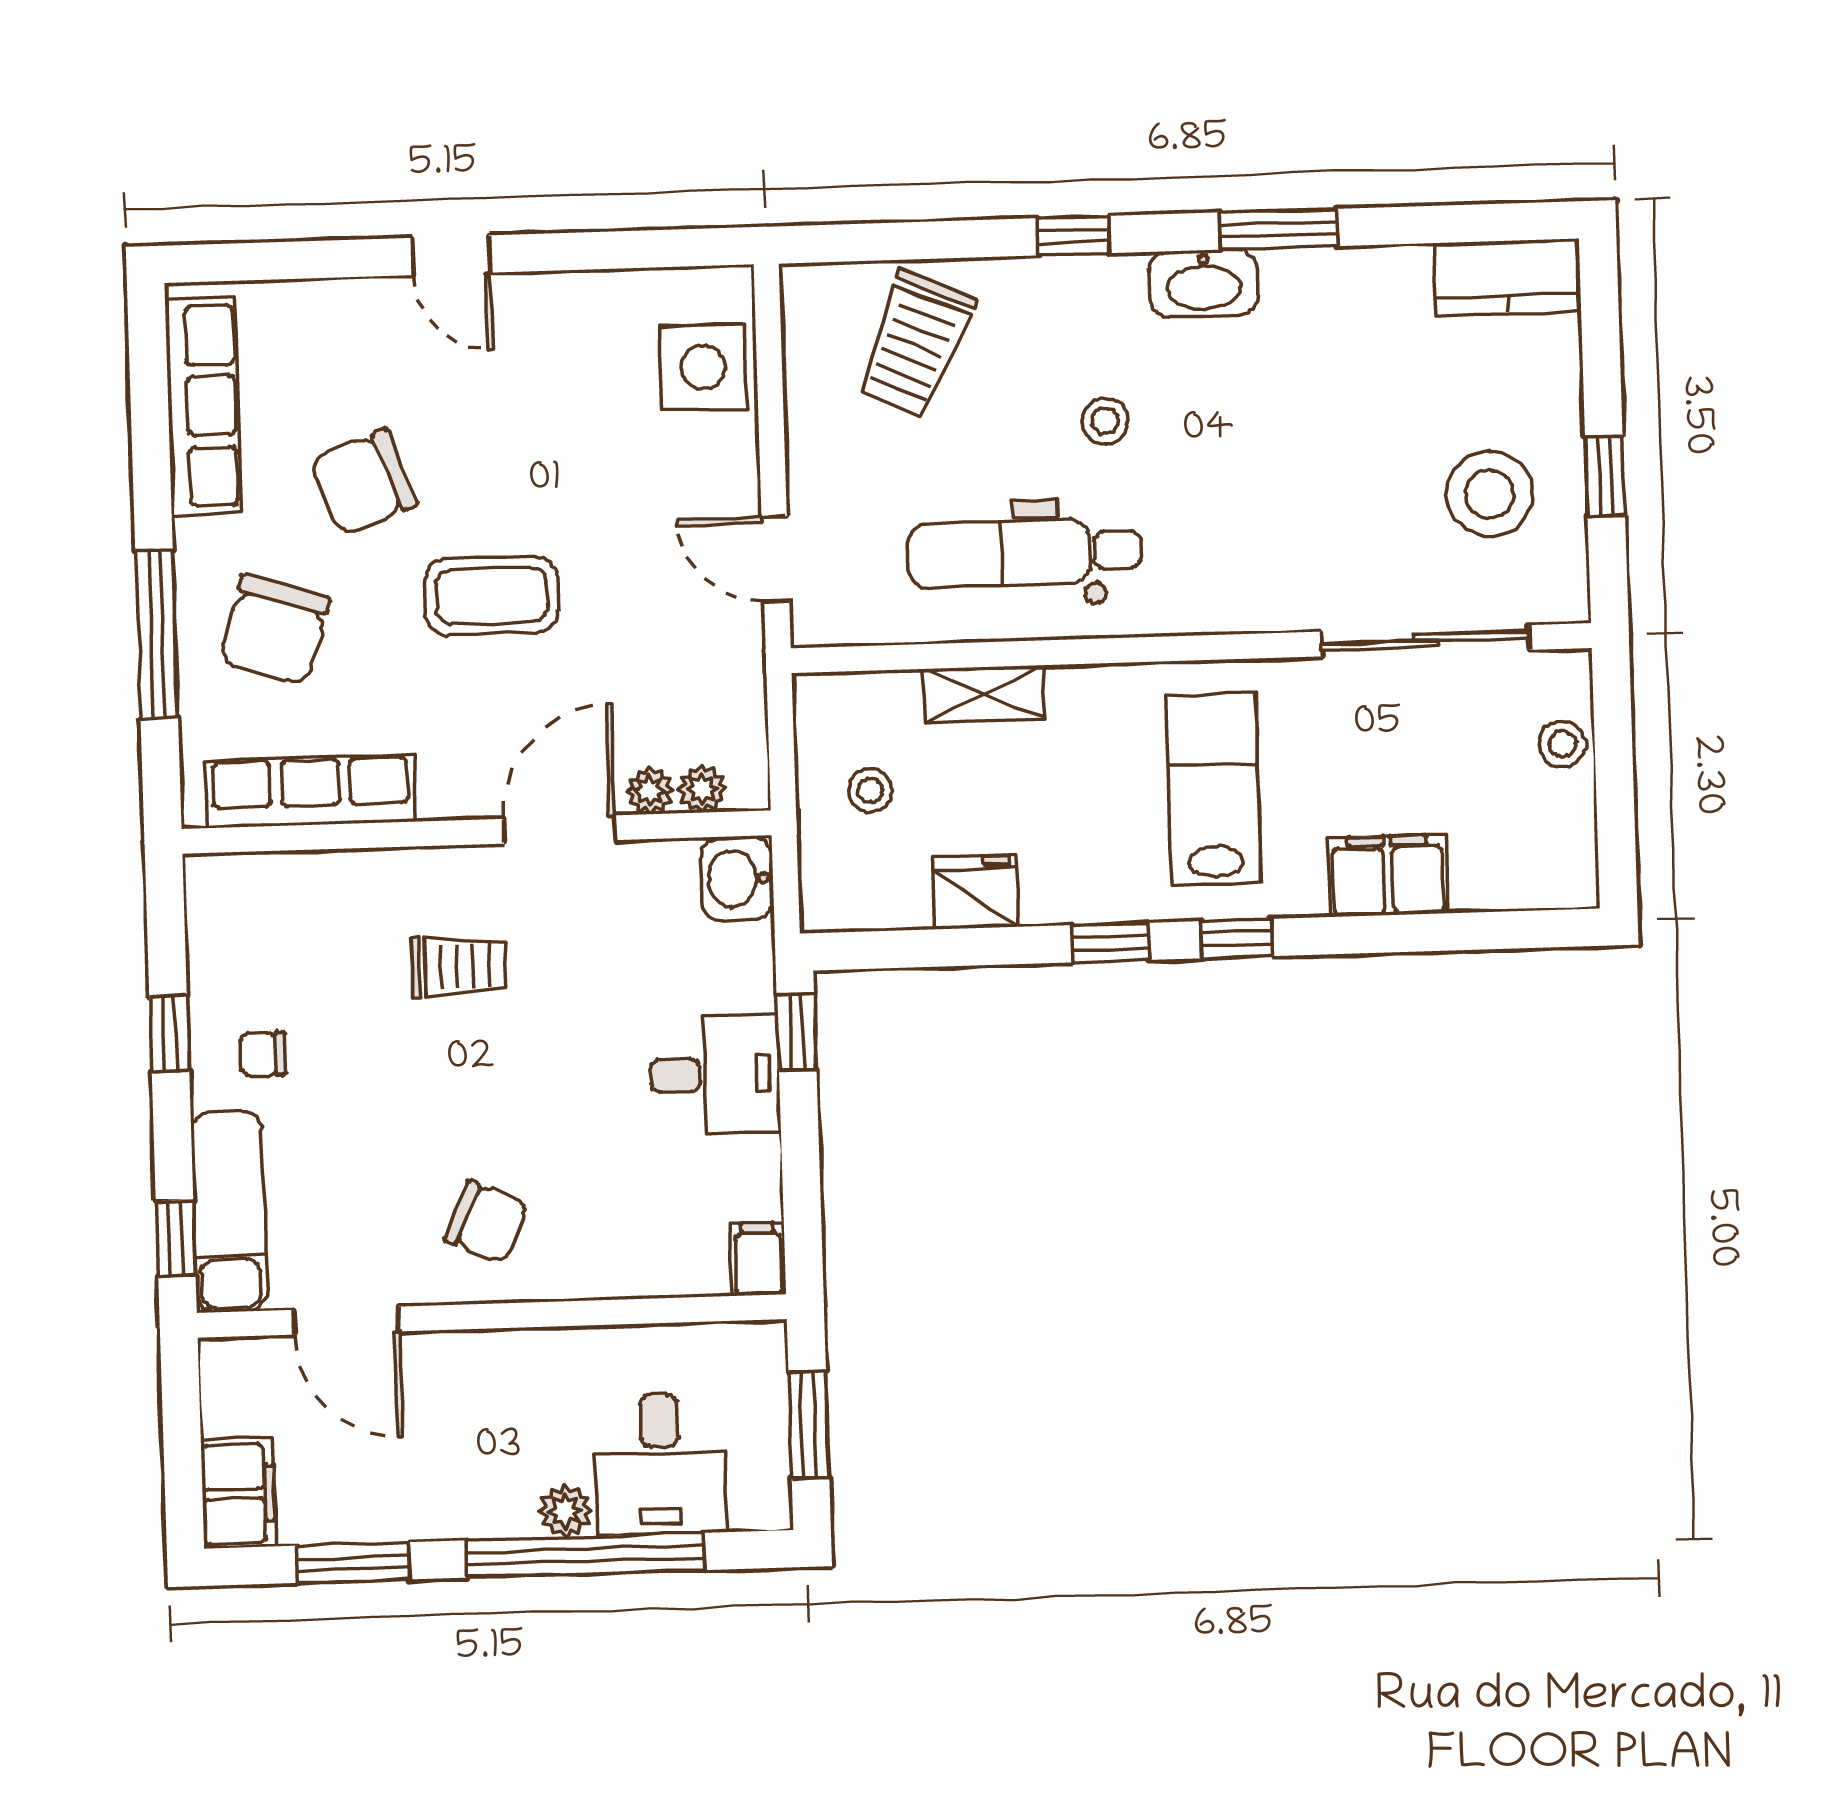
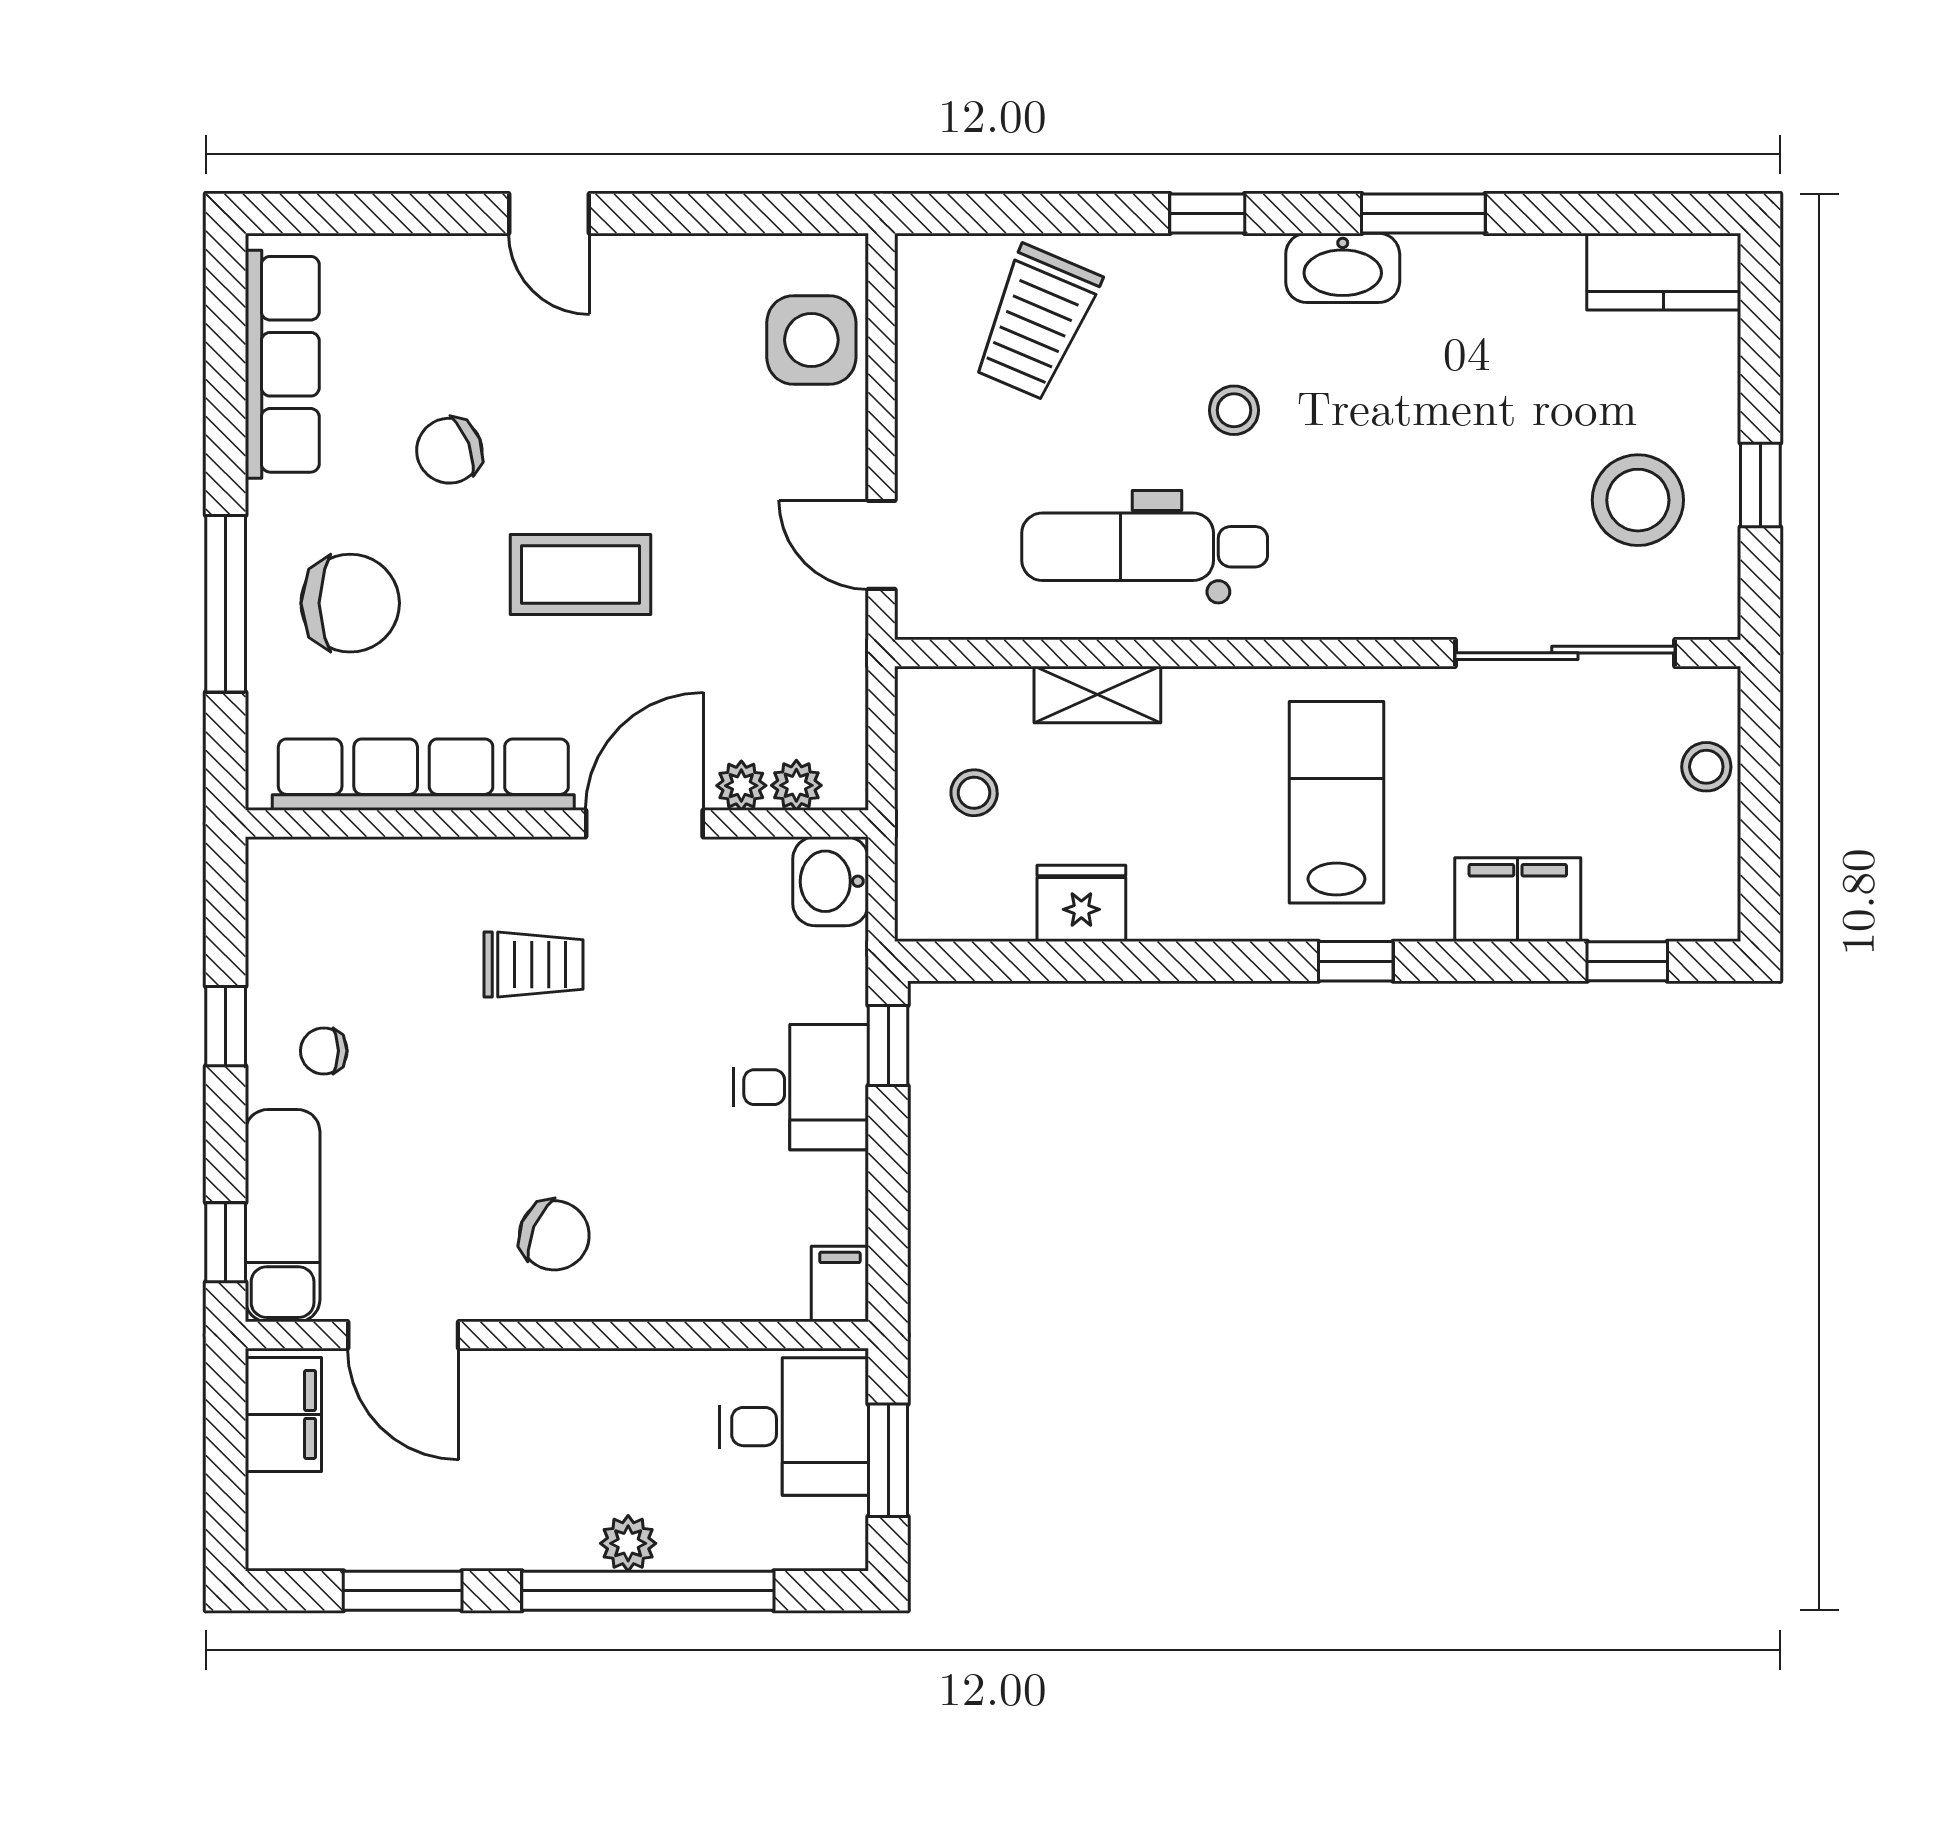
chair: (364, 483) -> (449, 451), width x0.73, depth x0.73
chair: (275, 630) -> (350, 603), turned -107
row of seats: (311, 791) -> (423, 775), width x1.36
window: (1110, 943) -> (1627, 961), moved
desk: (660, 1464) -> (794, 1427), moved, turned -90
filing cabinet: (238, 1494) -> (283, 1414), moved

